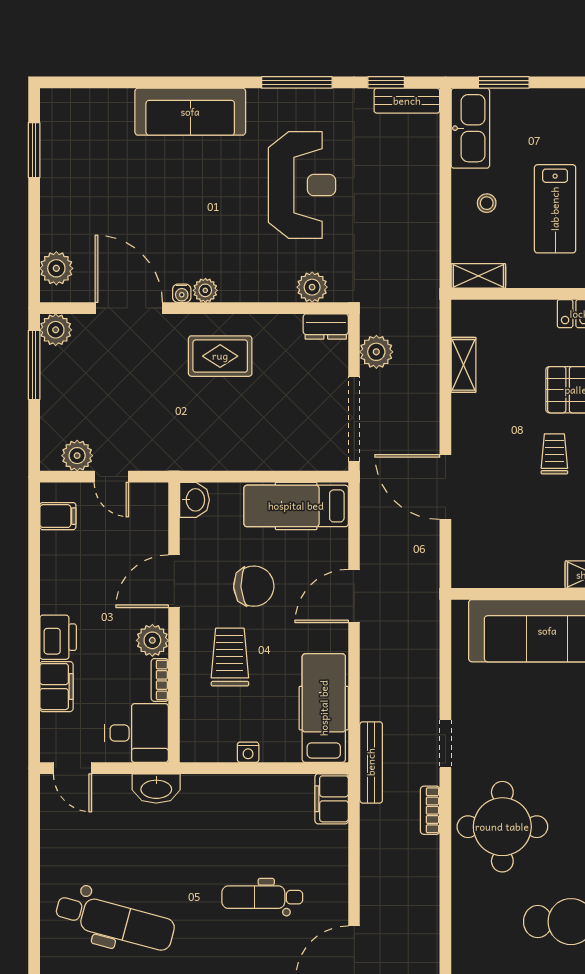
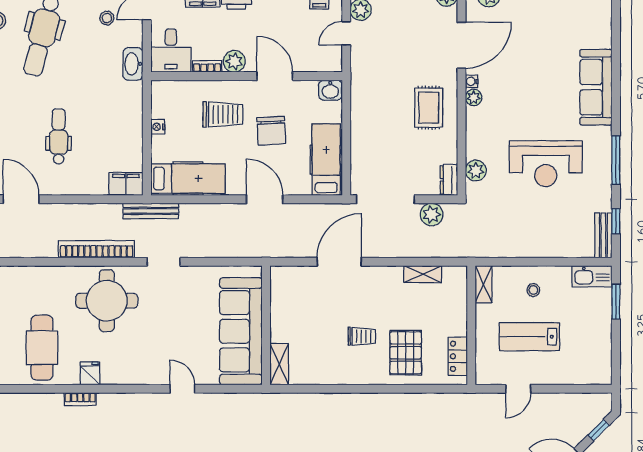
kitchen sink: (470, 128) -> (592, 276), width x0.73, depth x0.81
bookcase: (430, 810) -> (96, 249), width x2.31, depth x1.31
stool: (89, 827) -> (107, 18), added

